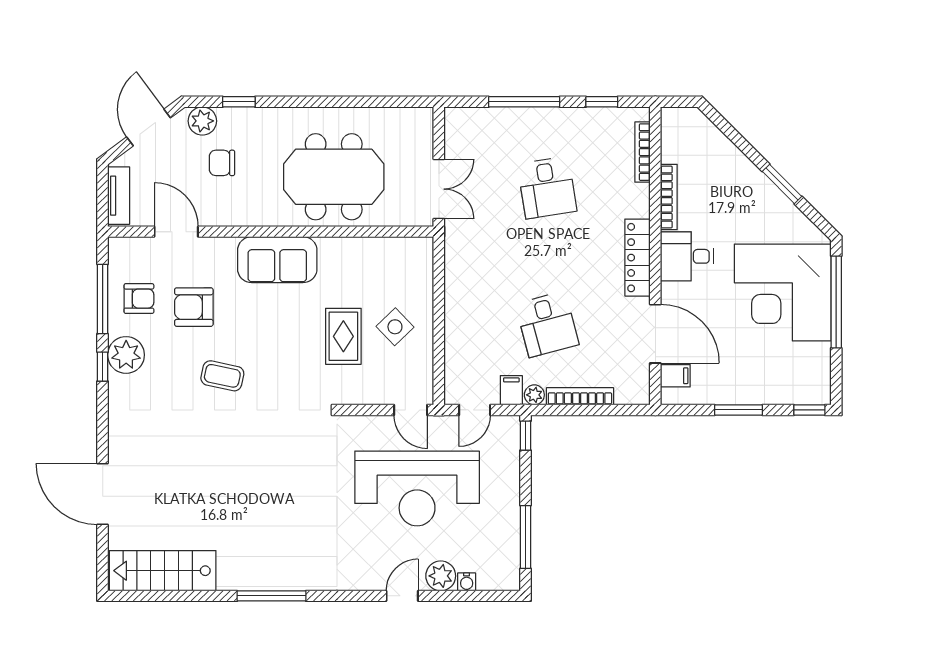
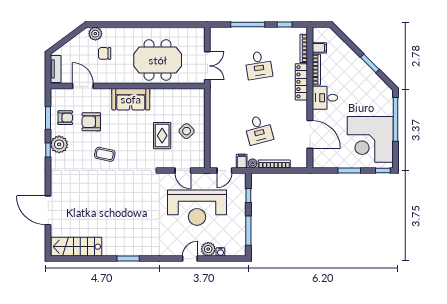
window: (239, 102) -> (113, 24), removed
door: (149, 127) -> (70, 37), removed
locker: (637, 258) -> (301, 82), moved
corner desk: (783, 292) -> (370, 139), moved
window: (103, 299) -> (48, 118), width x0.69
filing cabinet: (675, 376) -> (319, 48), moved
door: (411, 410) -> (183, 170), moved
window: (525, 436) -> (248, 196), moved
window: (272, 596) -> (128, 259), width x0.69

